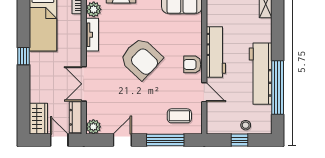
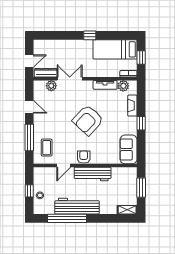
wardrobe: (38, 119) -> (45, 46), removed
plant: (93, 127) -> (51, 86), moved

